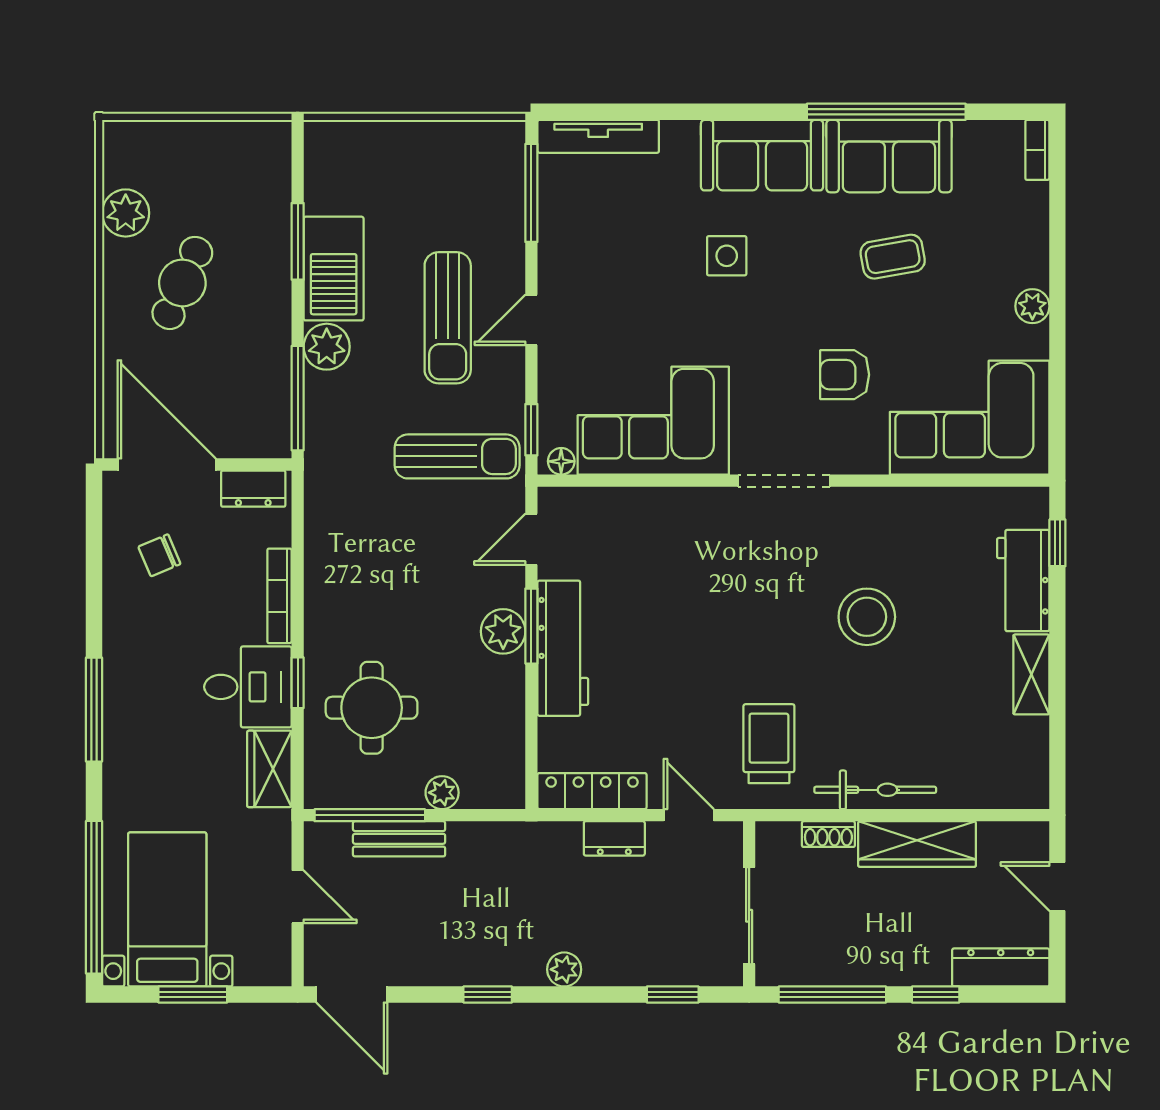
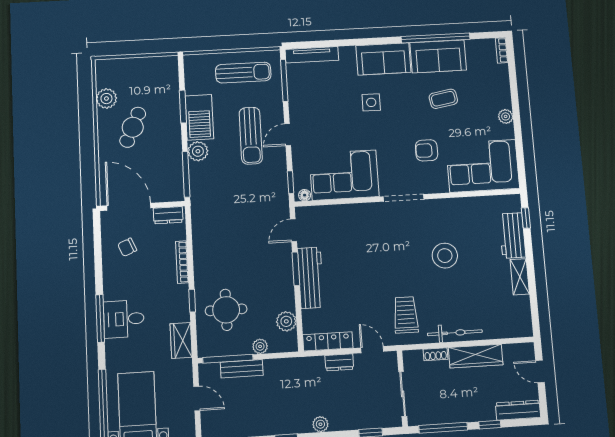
sun lounger: (457, 456) -> (243, 73), moved
plant: (503, 631) -> (286, 321), moved
desk: (248, 687) -> (124, 319), moved, turned 180

